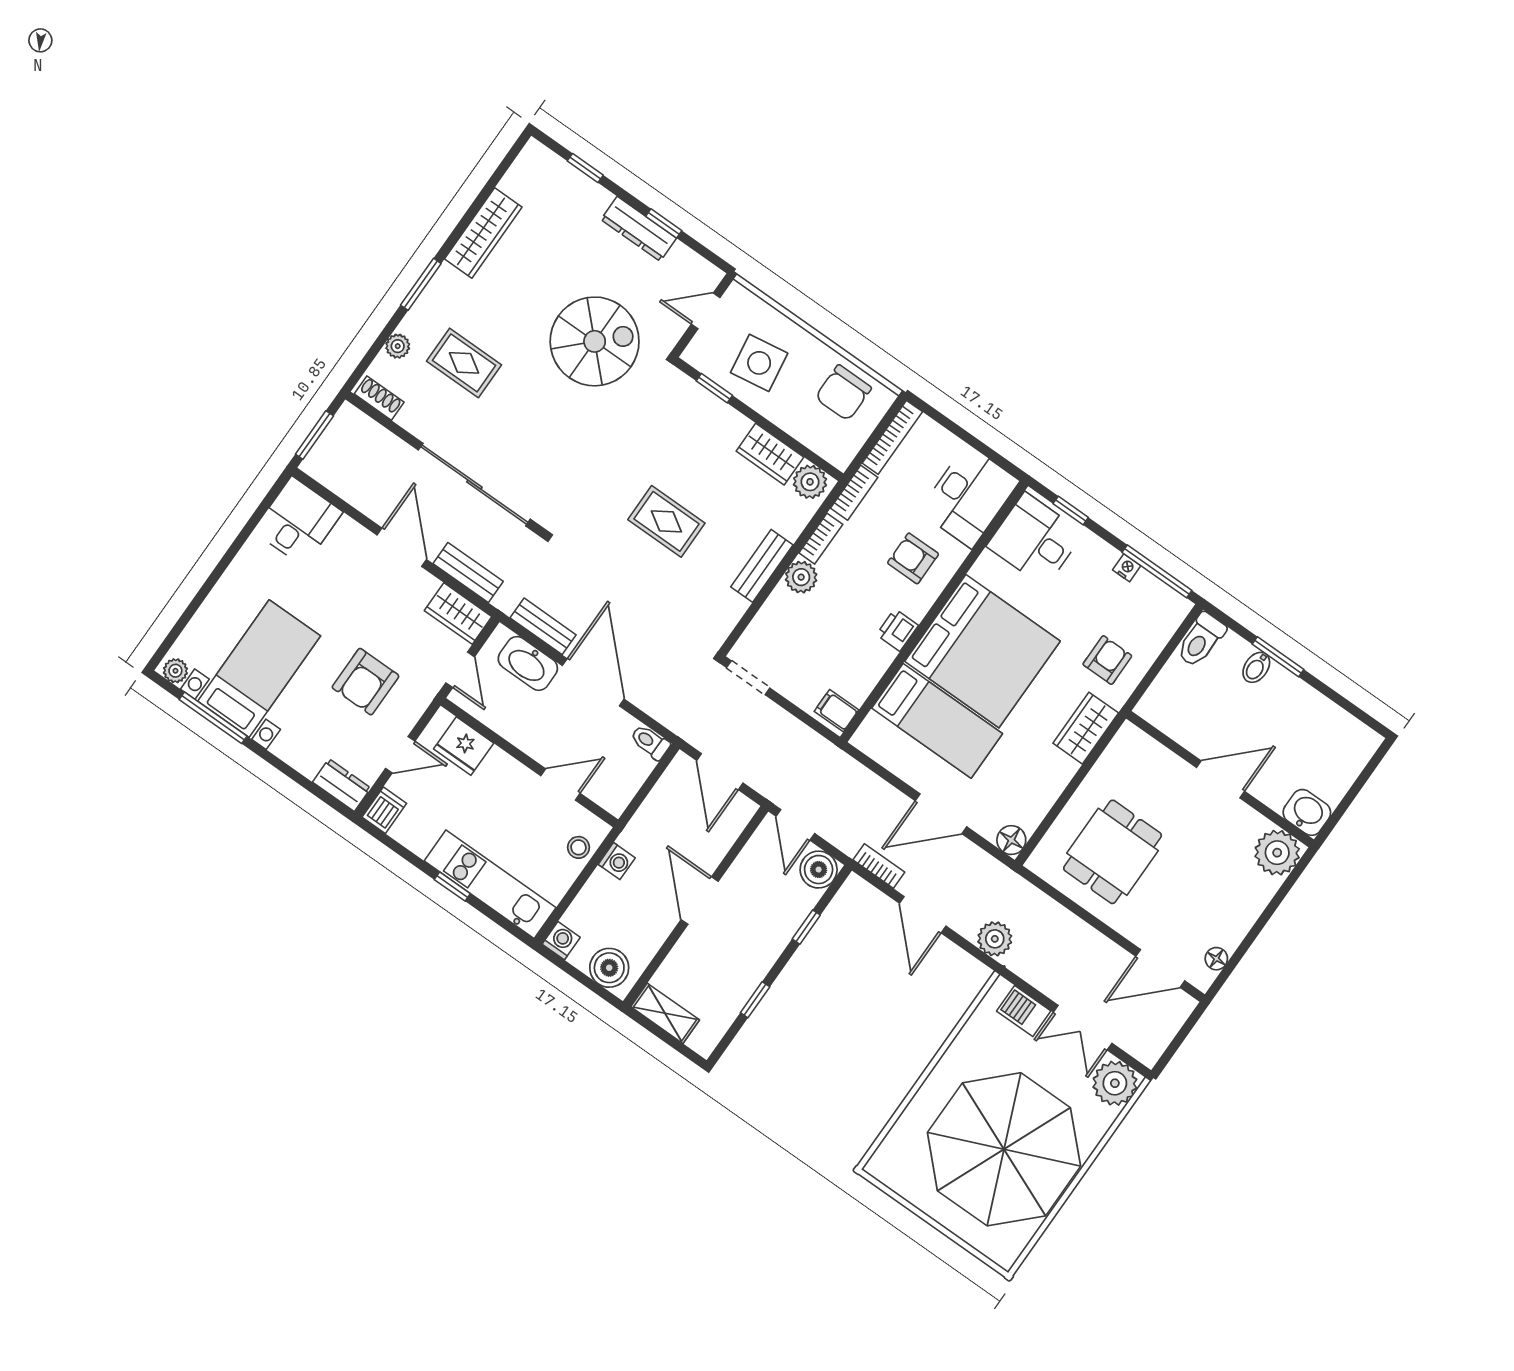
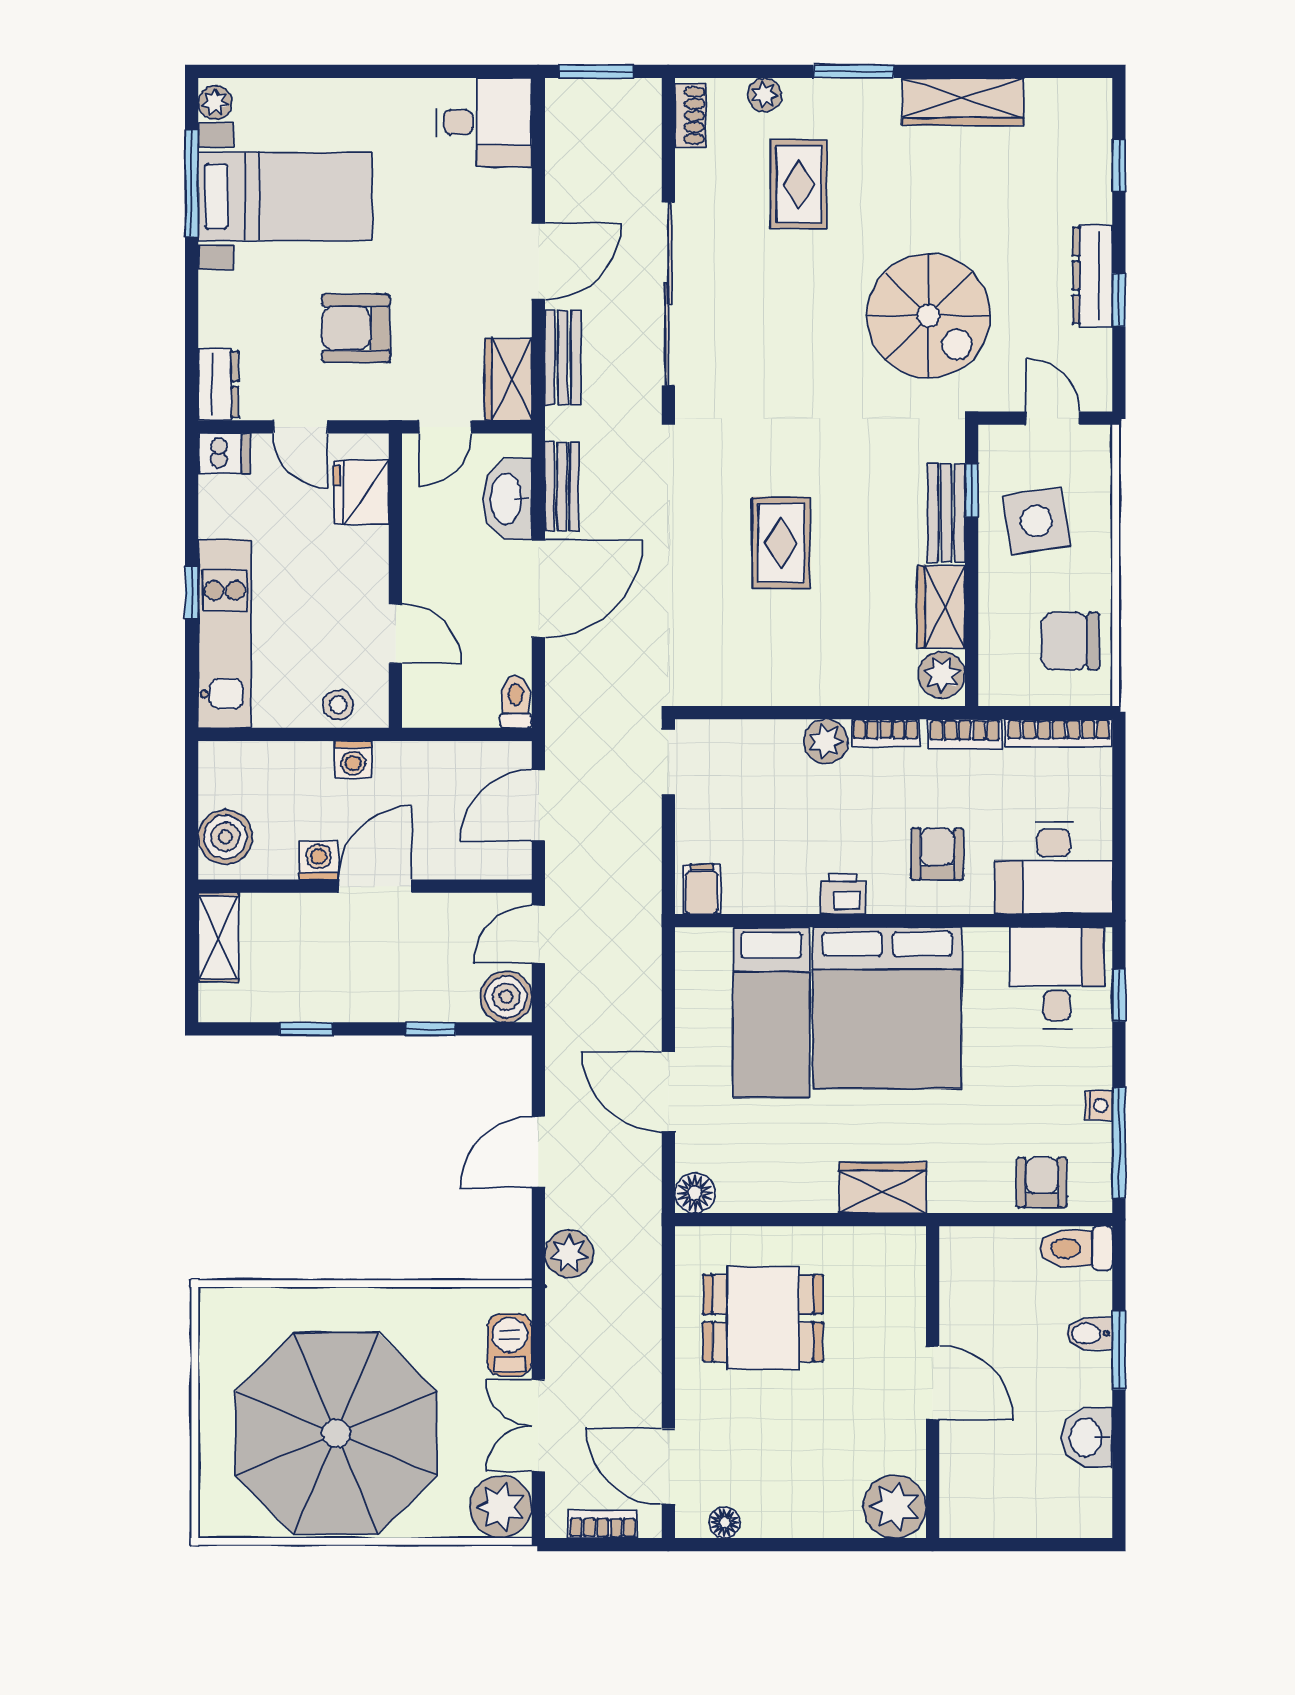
bench: (762, 566) -> (946, 513), moved, turned 90
armchair: (1107, 660) -> (1042, 1182), moved, turned -90
washbasin: (1307, 812) -> (1087, 1438), moved, turned 180
bookcase: (879, 866) -> (603, 1524), moved, turned -90
washing machine: (561, 941) -> (319, 860), moved, turned -90

